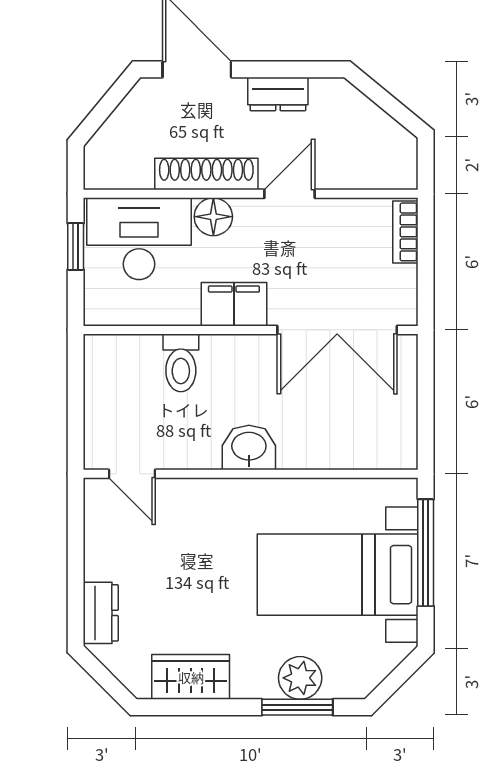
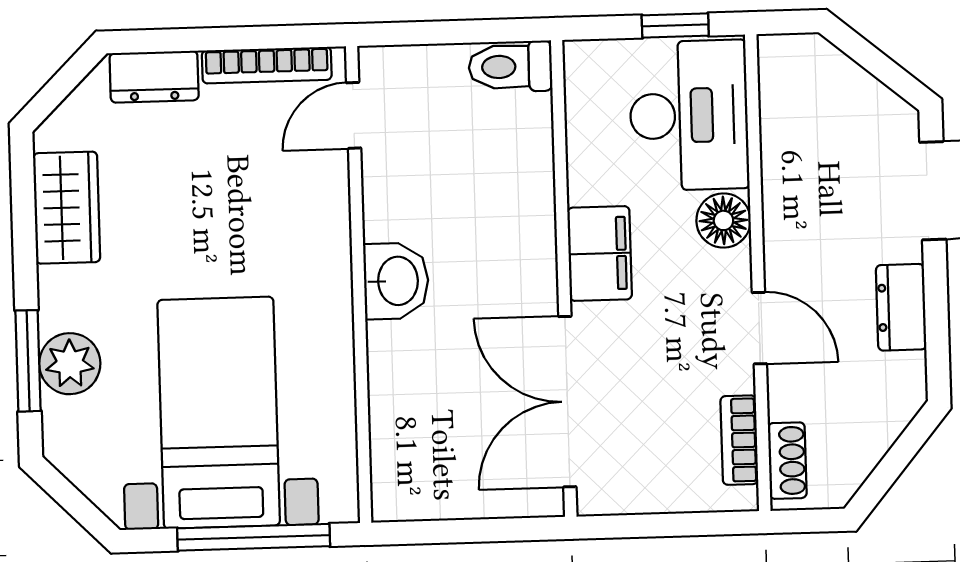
shoe rack: (206, 174) -> (787, 461), moved, width x0.51, depth x0.81
bookcase: (405, 232) -> (739, 440), moved, turned -90
toilet: (181, 363) -> (510, 67), moved
bookcase: (95, 534) -> (267, 65), added

